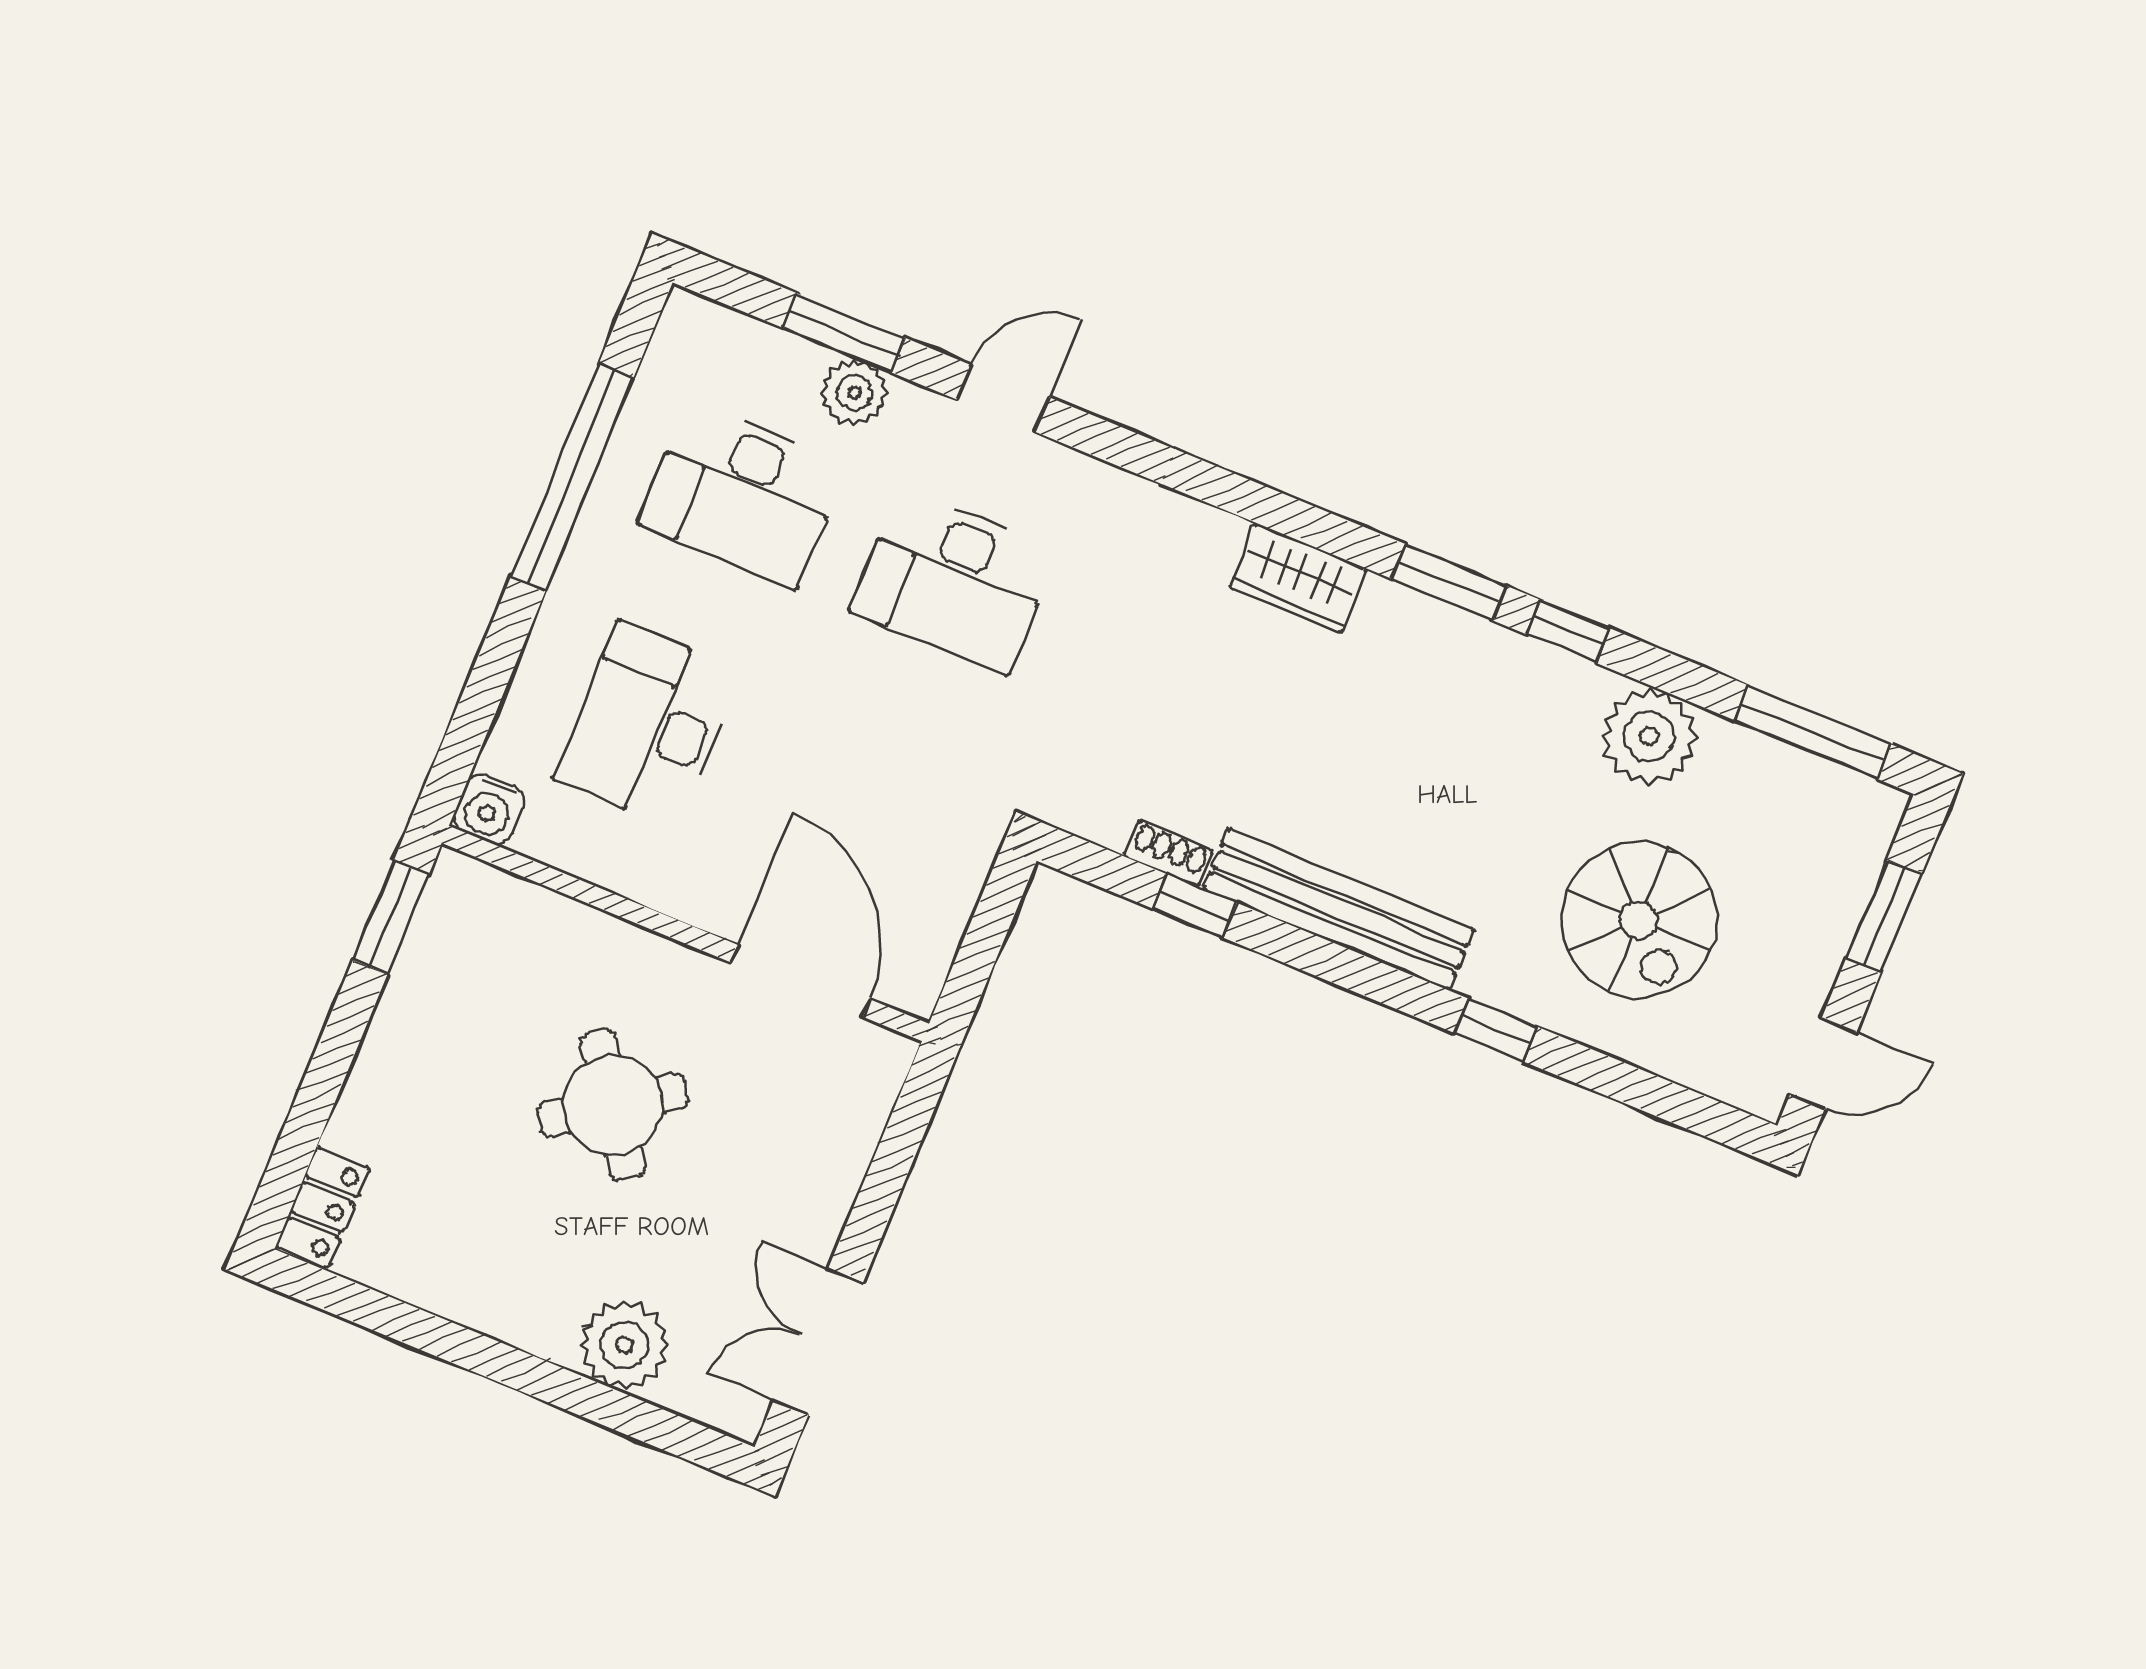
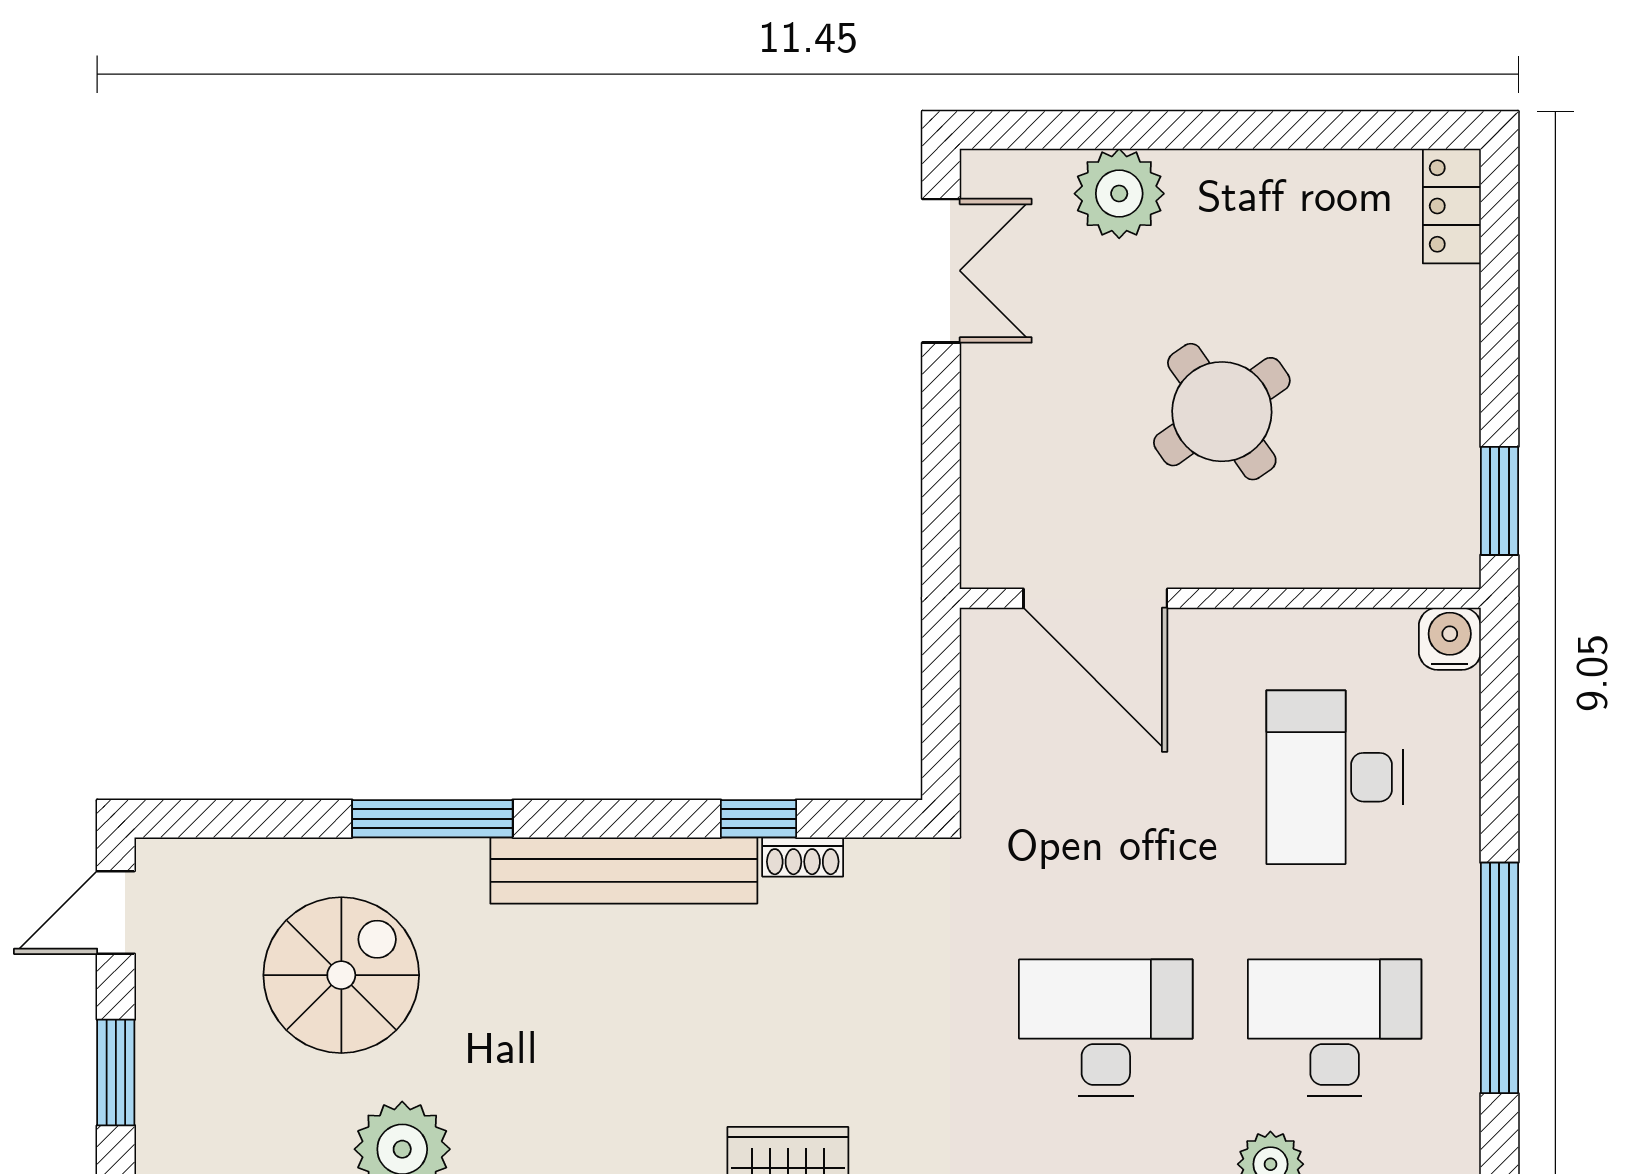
desk: (648, 725) -> (1335, 777), turned 180
spiral stairs: (1639, 920) -> (341, 975), turned 90
window: (1496, 1030) -> (432, 819), width x2.17

